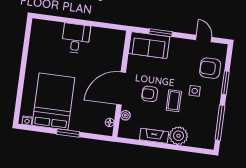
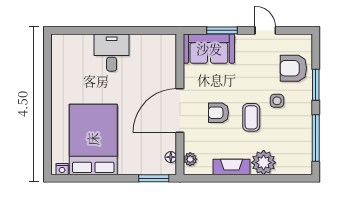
door: (204, 39) -> (265, 30), moved
plant: (125, 115) -> (190, 159), moved
window: (68, 133) -> (154, 178), moved

